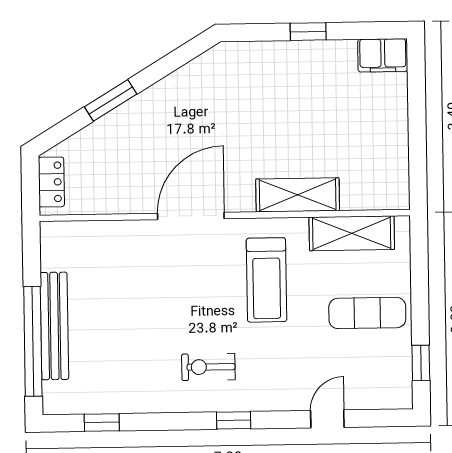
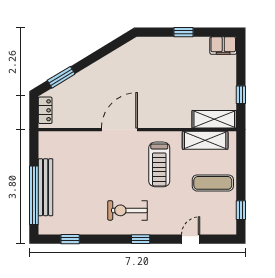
window: (111, 100) -> (61, 77), moved
window: (417, 147) -> (241, 95), added
shelving: (298, 195) -> (214, 119), moved
exercise bike: (208, 367) -> (127, 210), width x1.38, depth x1.39

